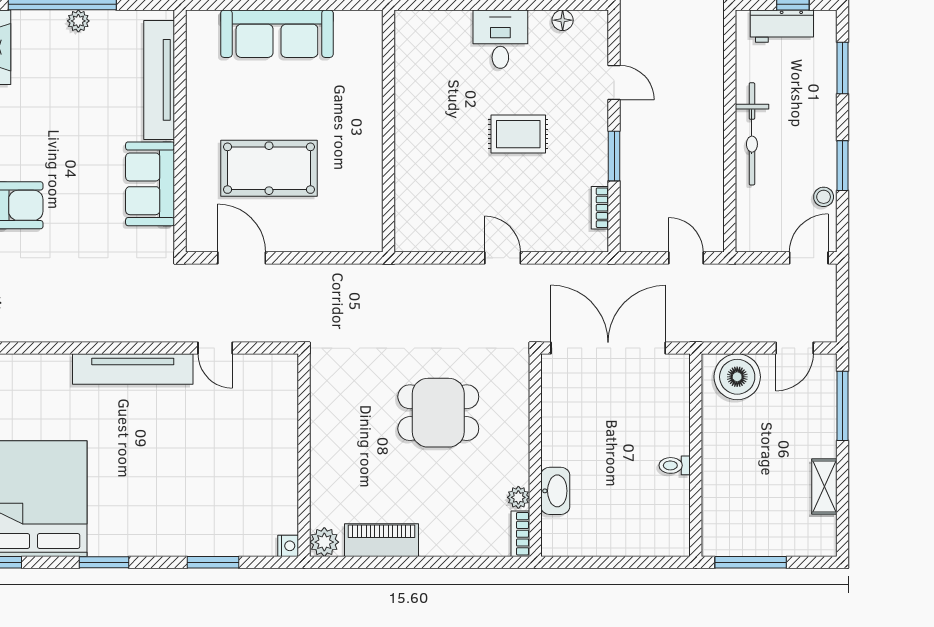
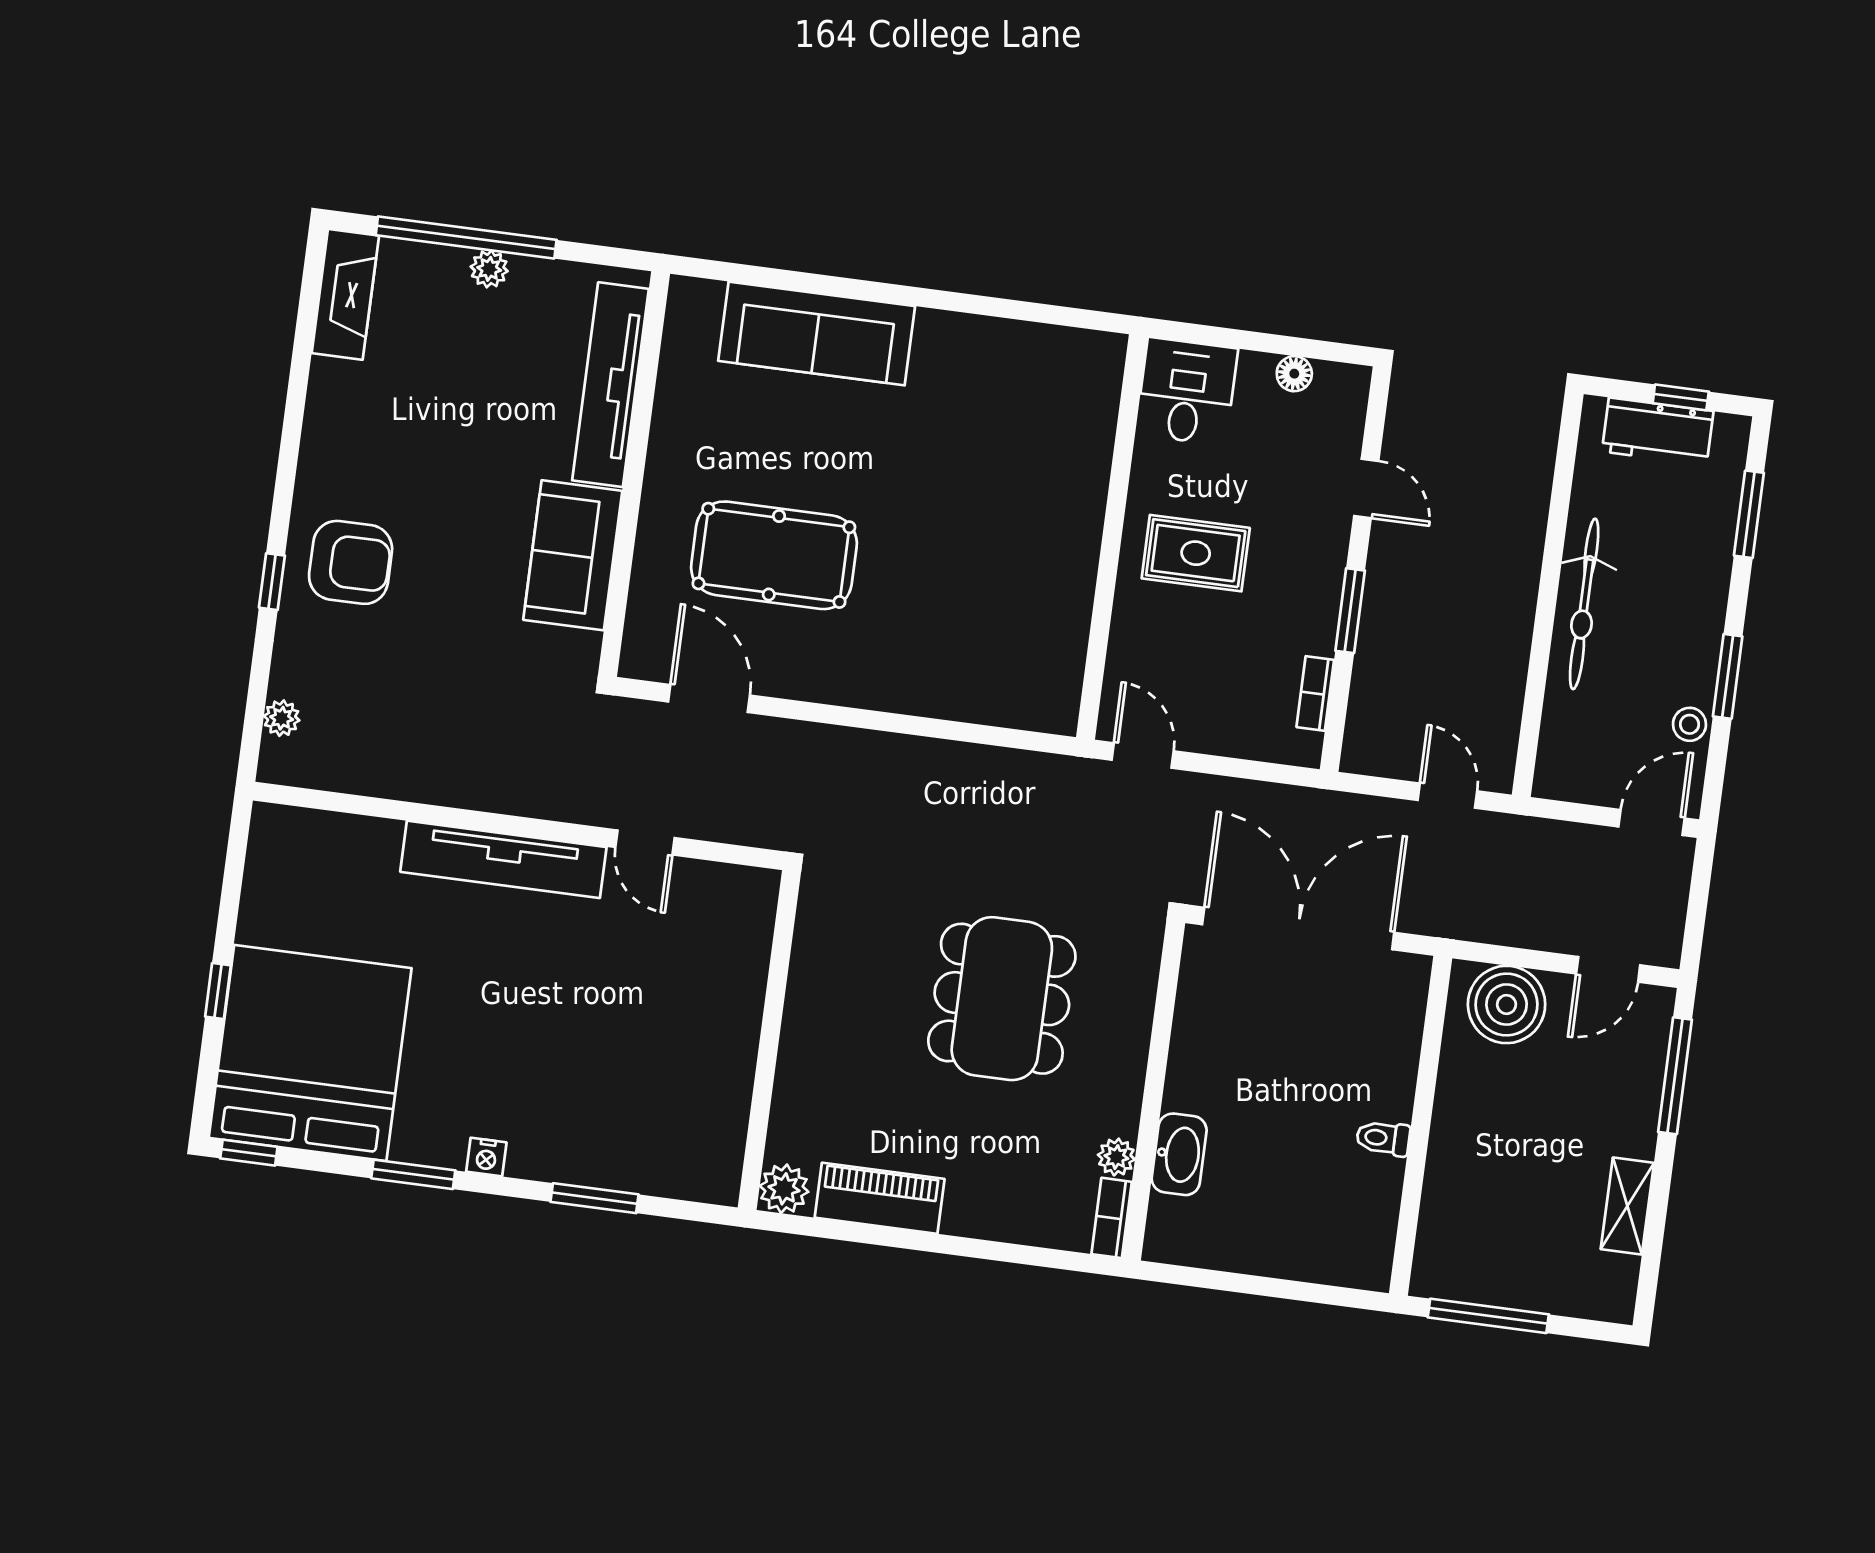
wall: (389, 131) -> (1112, 537), moved
dining table: (438, 413) -> (1002, 999), width x1.38
nightstand: (288, 546) -> (486, 1157), moved, turned 90

